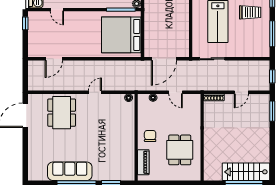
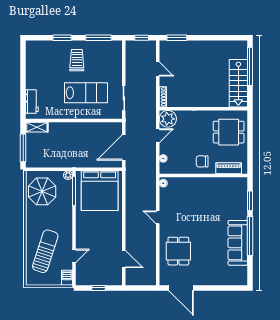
window: (25, 23) -> (98, 288), moved
door: (164, 59) -> (124, 147), swing flipped
plant: (192, 102) -> (168, 119), added
dining table: (62, 113) -> (178, 251), width x0.73
dining table: (180, 150) -> (229, 132), moved
stairs: (246, 172) -> (238, 83), moved

